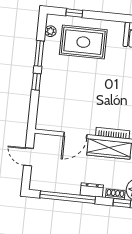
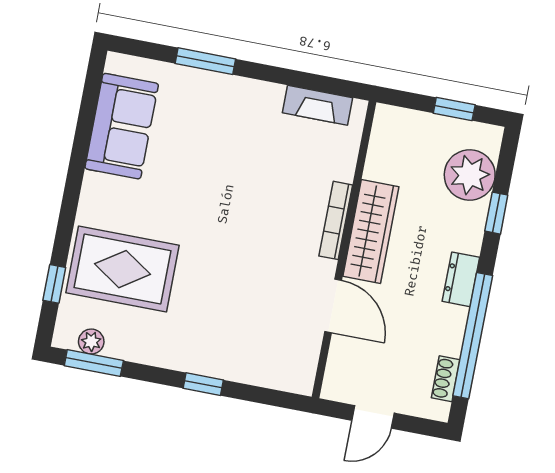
rug: (83, 42) -> (122, 269), turned 90
window: (39, 53) -> (94, 363), moved
shoe rack: (115, 194) -> (446, 379), moved

